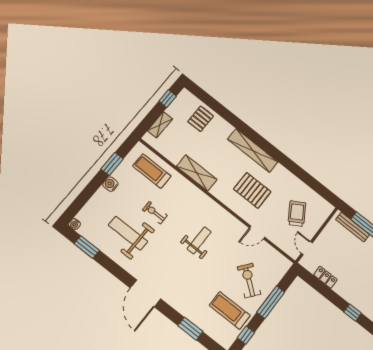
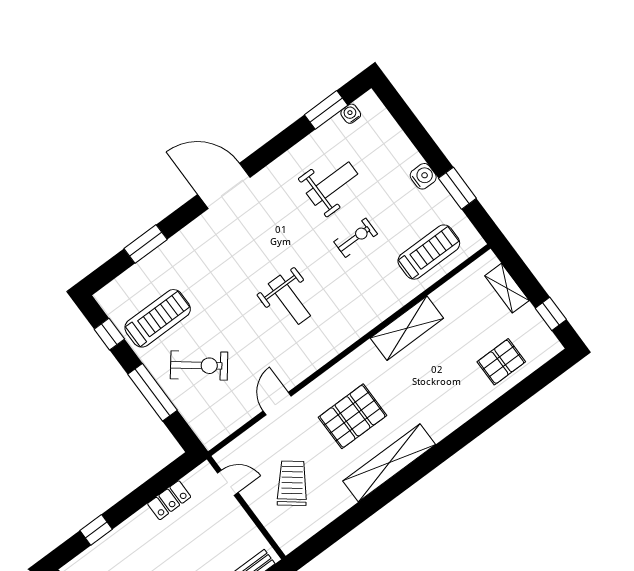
pallet: (201, 119) -> (501, 362), turned 90
shelving: (253, 151) -> (389, 463), moved
trolley: (297, 214) -> (292, 483), turned -111
water cooler: (74, 224) -> (351, 114), moved
weight bench: (128, 233) -> (332, 184), width x0.73, depth x0.75

